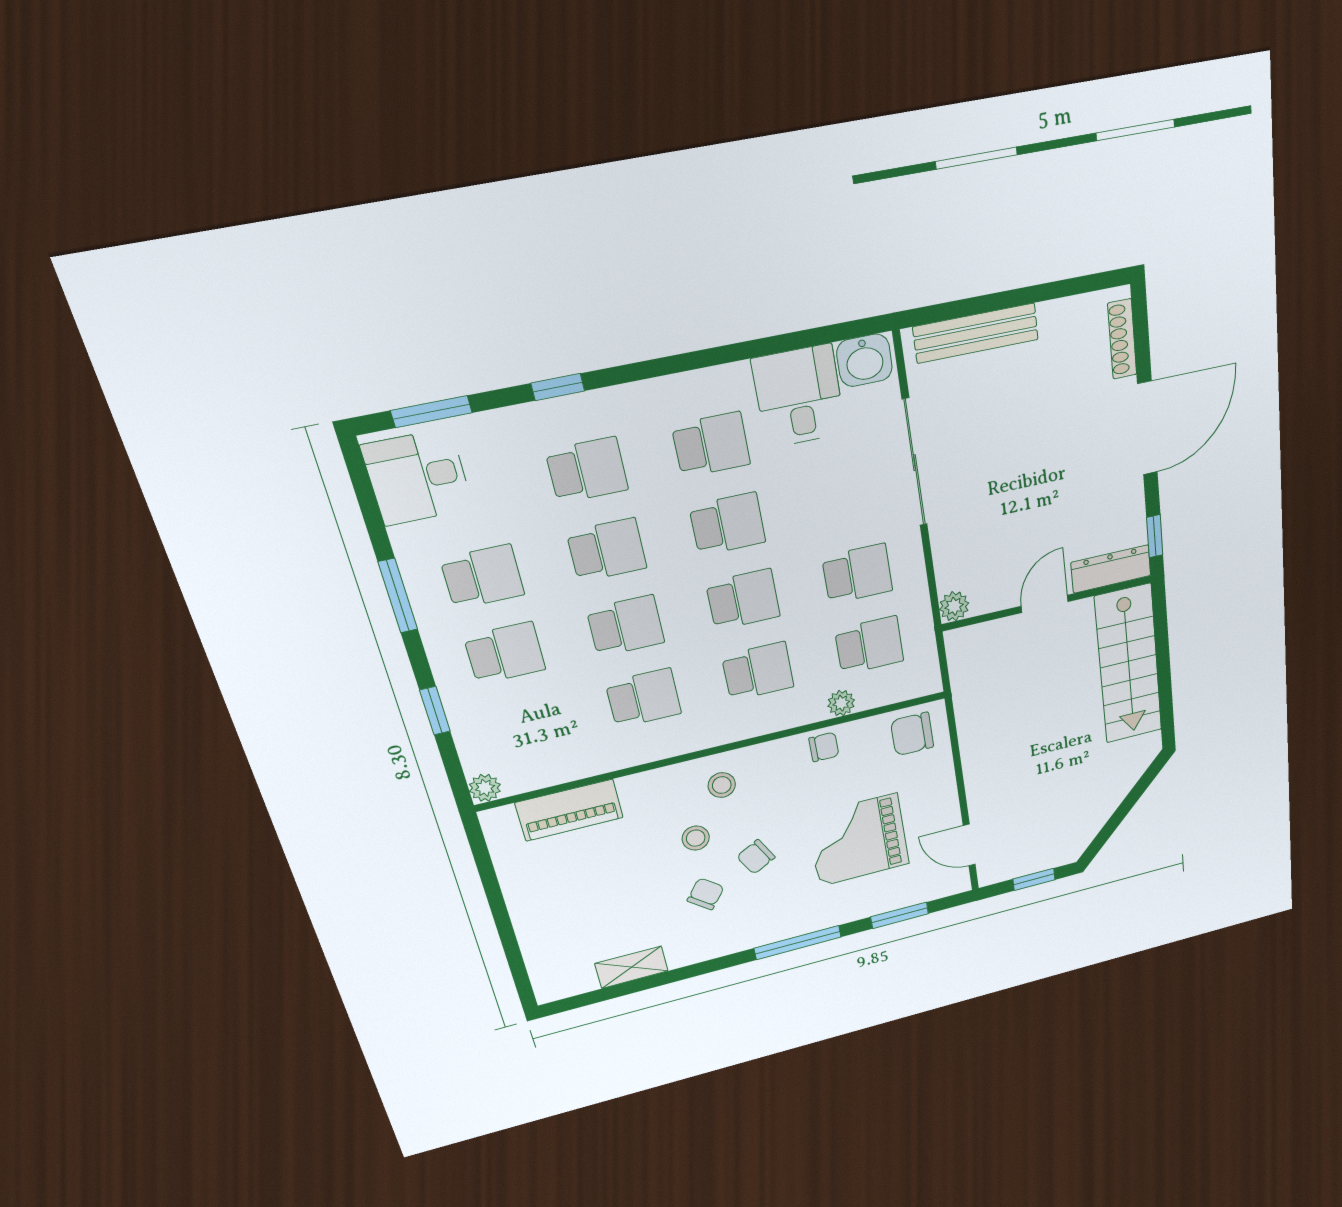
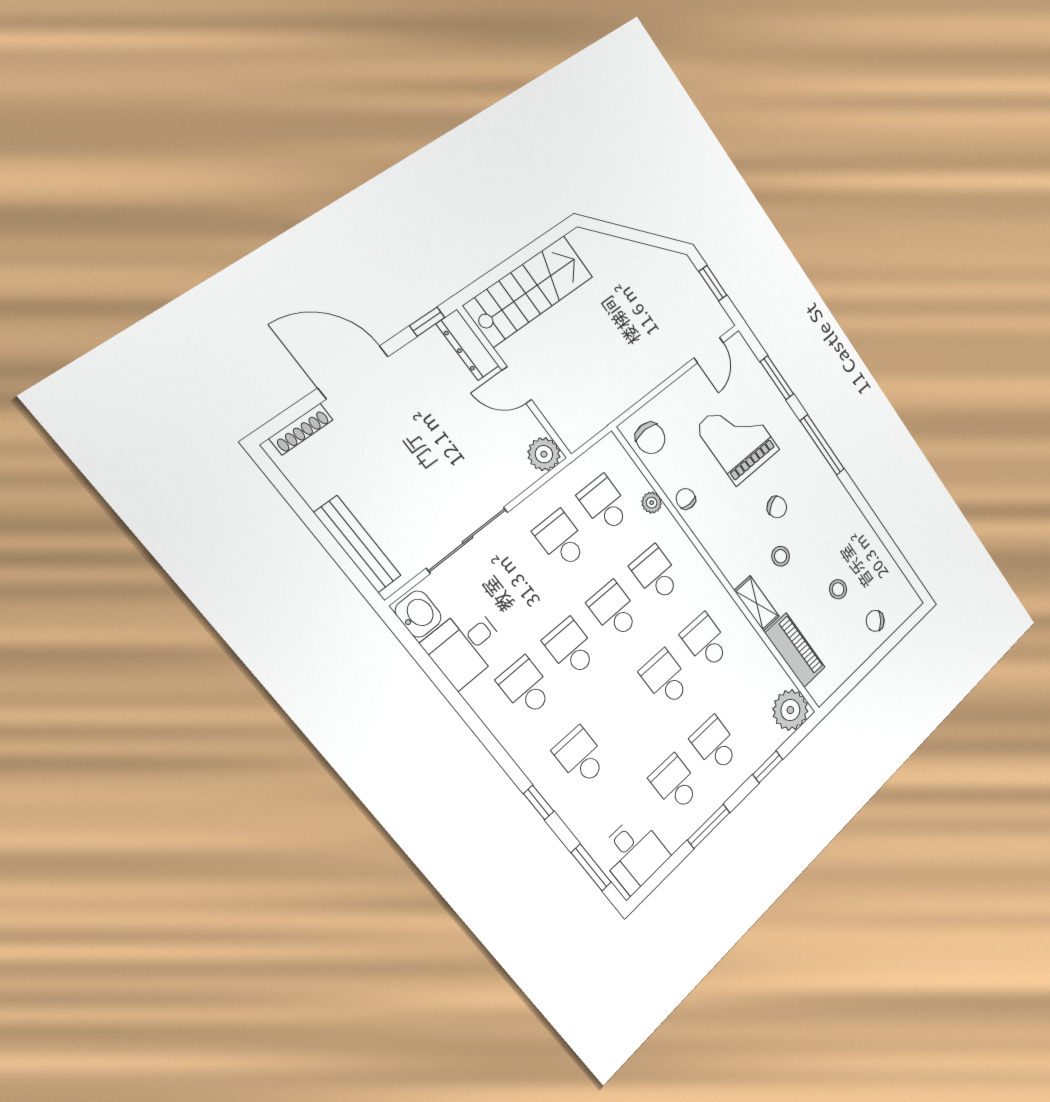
school desk: (607, 550) -> (624, 717), removed
plant: (954, 606) -> (544, 454), width x1.38, depth x1.38
stool: (722, 785) -> (838, 589), moved
plant: (485, 788) -> (790, 710), width x1.88, depth x1.88
grand piano: (858, 840) -> (738, 438), turned 180
chair: (706, 894) -> (875, 621), moved
shelving: (632, 967) -> (757, 603), moved

